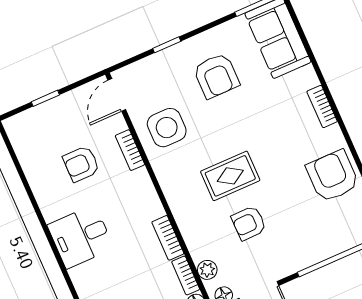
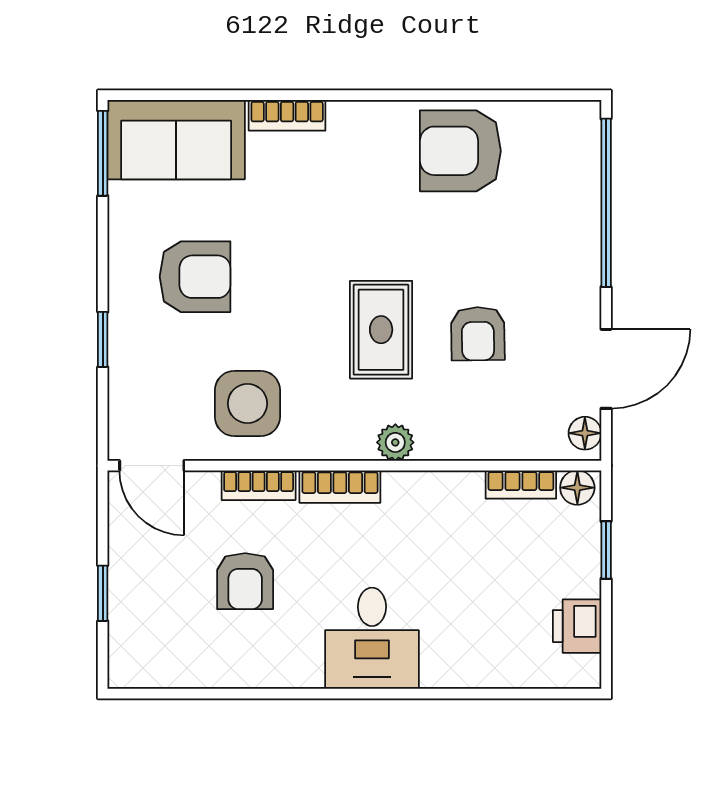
bookcase: (322, 106) -> (287, 115), moved
bookcase: (168, 238) -> (340, 487), moved
plant: (207, 270) -> (395, 442), moved

